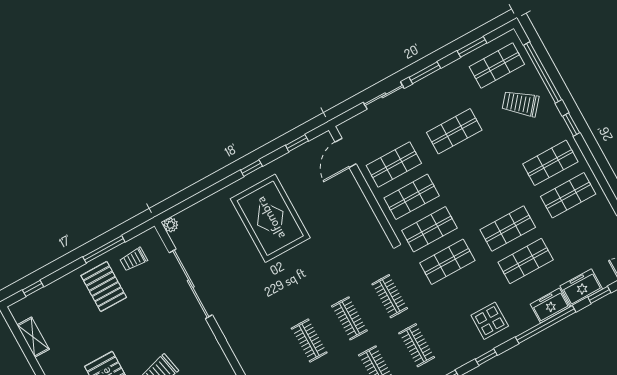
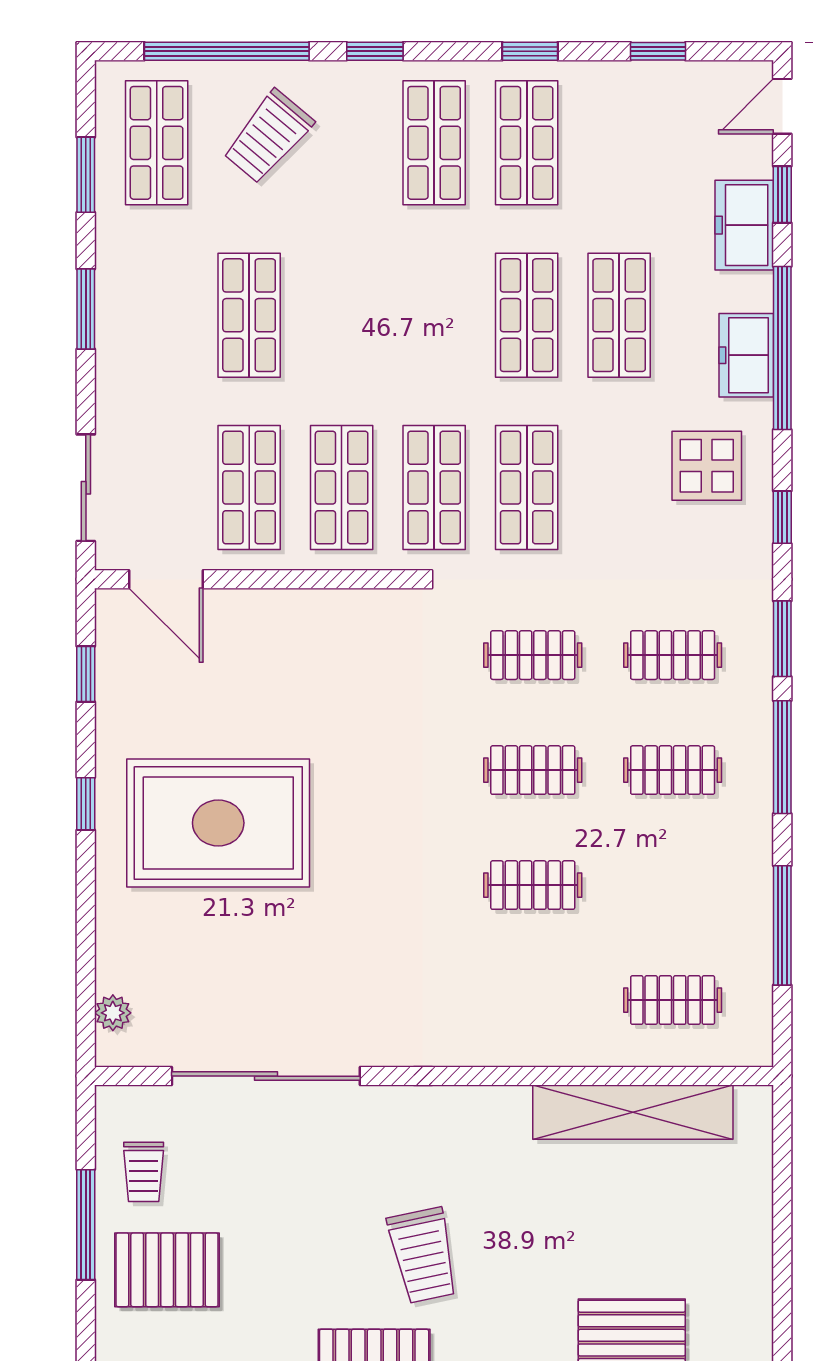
sliding door: (384, 95) -> (86, 488), moved
window: (601, 179) -> (530, 51), added
plant: (171, 225) -> (113, 1013), moved
freezer: (550, 306) -> (746, 355), moved

